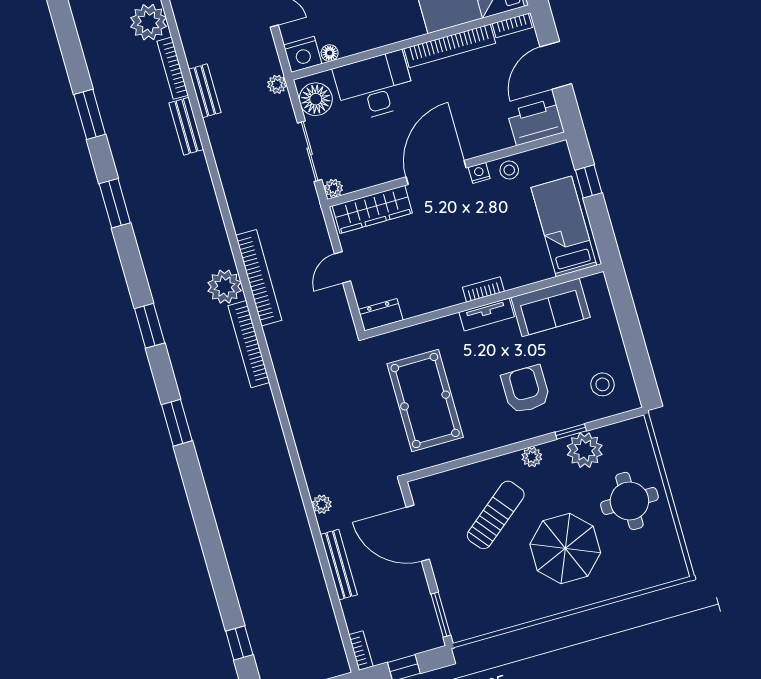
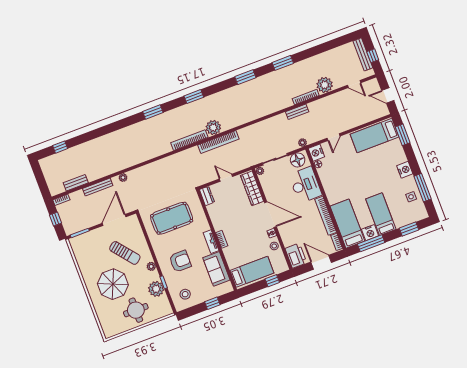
bench: (186, 126) -> (76, 183), moved
window: (629, 324) -> (212, 303), added

